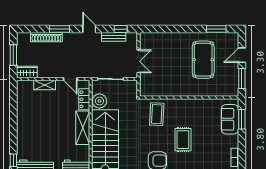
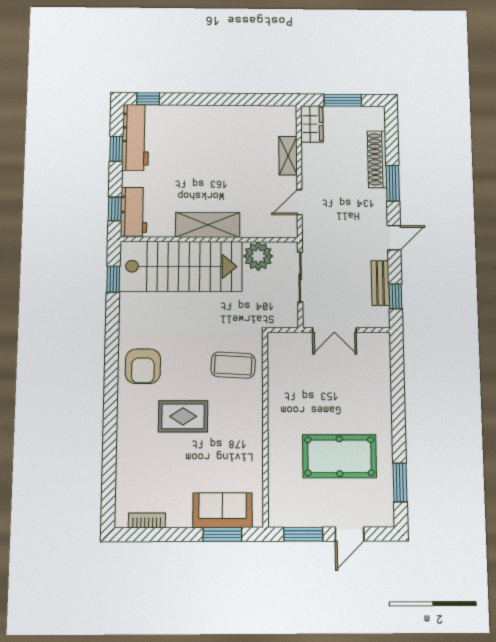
door: (242, 55) -> (350, 534), swing flipped
locker: (84, 99) -> (261, 228), removed

